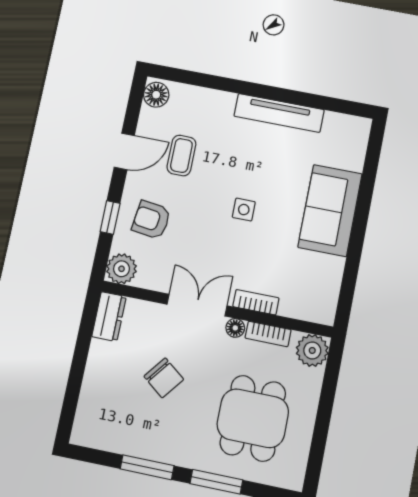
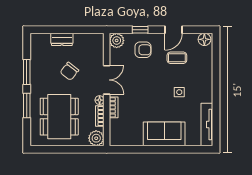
tv unit: (279, 113) -> (207, 125), moved
door: (124, 151) -> (174, 30), hinge flipped
side table: (244, 210) -> (179, 92), moved
armchair: (151, 220) -> (143, 50), turned 83
dresser: (109, 317) -> (62, 39), moved
dining table: (253, 418) -> (59, 117), width x1.37

